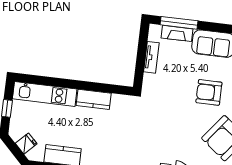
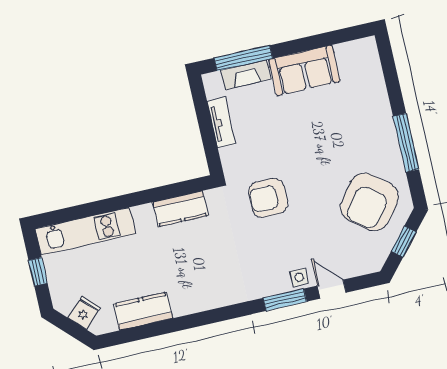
armchair: (209, 92) -> (268, 198), moved
kitchen counter: (94, 99) -> (180, 209), moved

